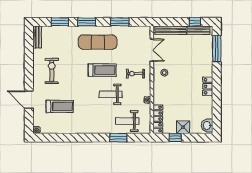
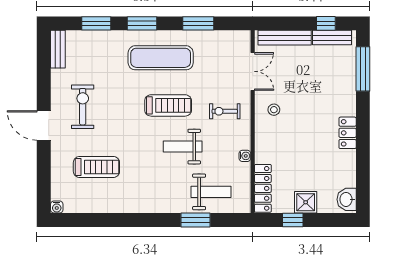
door: (29, 100) -> (44, 125), moved
weight bench: (127, 121) -> (211, 192), turned 180

